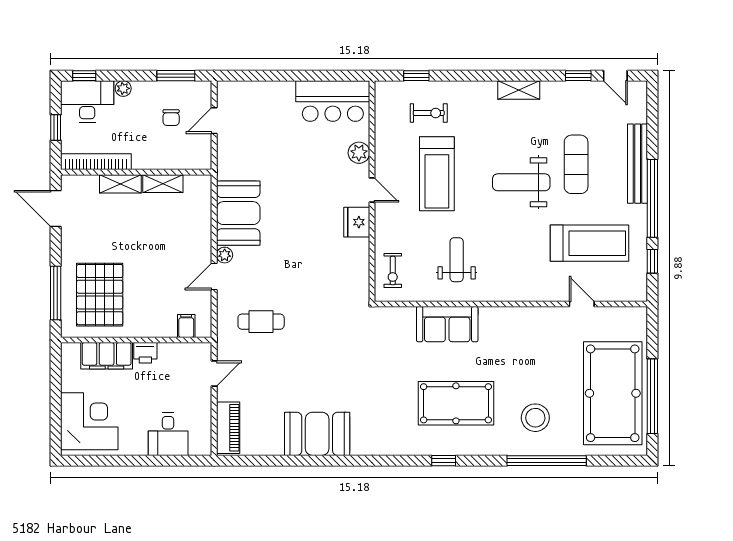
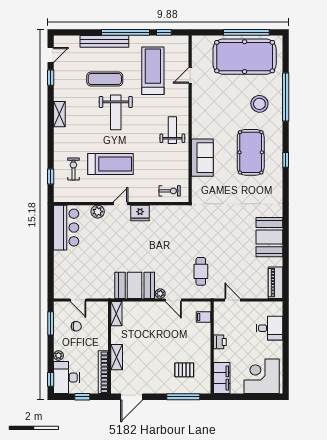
shelving: (163, 184) -> (116, 314), moved
weight bench: (457, 260) -> (172, 130), moved, turned 90
pallet: (100, 295) -> (184, 370), width x0.49, depth x0.50
filing cabinet: (107, 356) -> (222, 378), moved
piano: (228, 428) -> (276, 283), moved, turned -90

